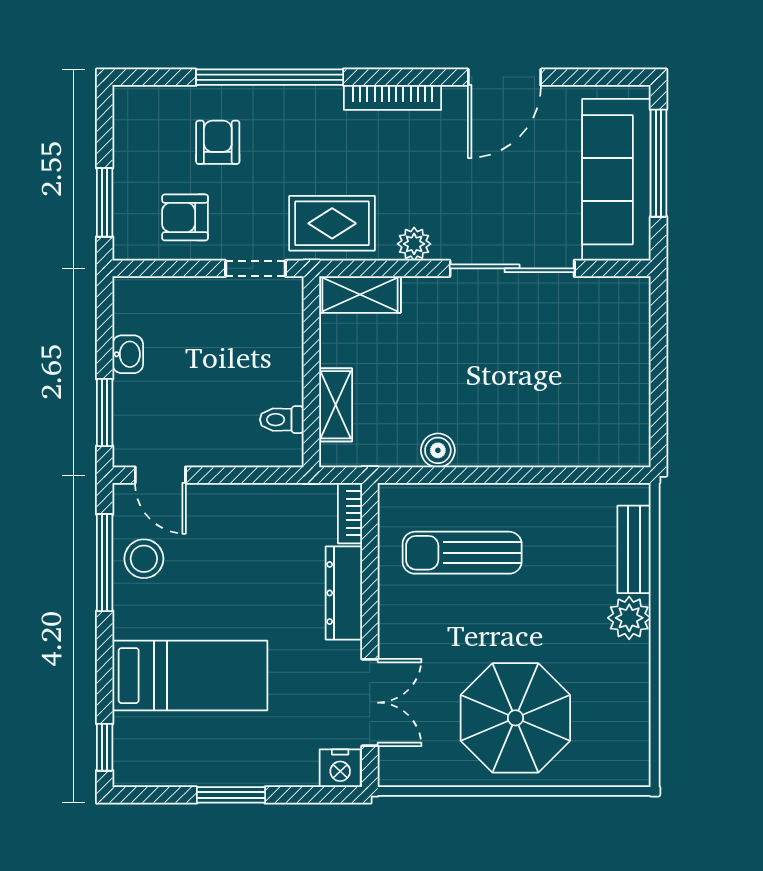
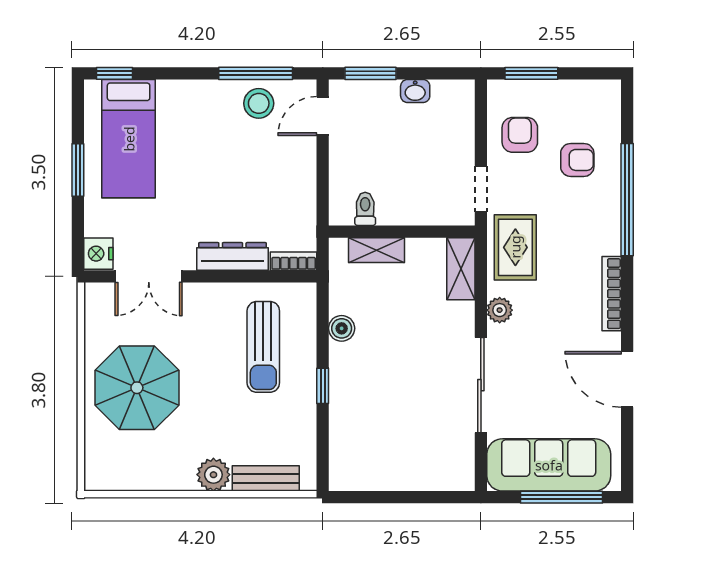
window: (513, 475) -> (323, 386), added
sun lounger: (462, 553) -> (263, 347), turned 180
bed: (190, 676) -> (129, 139), moved

